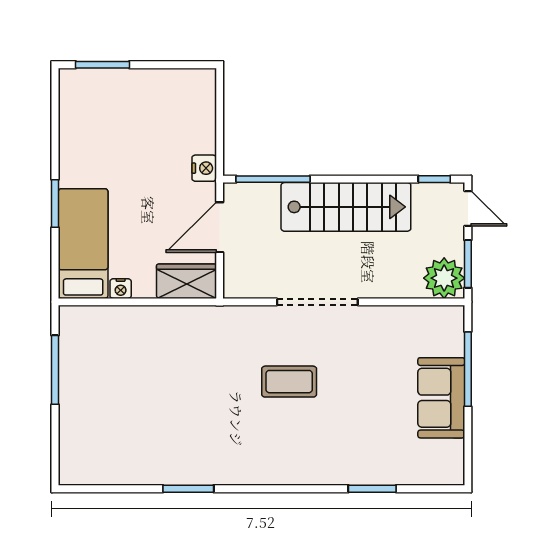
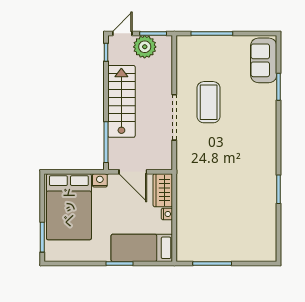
bed: (157, 113) -> (69, 207), added
plant: (444, 278) -> (145, 47), moved
nightstand: (121, 289) -> (167, 214), moved
coffee table: (289, 382) -> (209, 102), moved, width x1.36, depth x1.32
sofa: (441, 398) -> (264, 60), moved, turned 90

